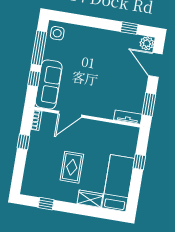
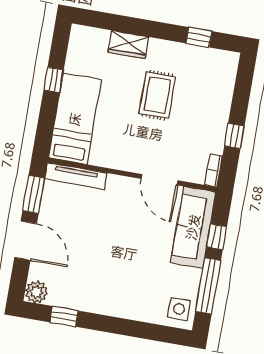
door: (155, 65) -> (26, 241), moved
door: (70, 114) -> (160, 180), swing flipped
tv unit: (128, 117) -> (76, 176), width x1.41
window: (139, 162) -> (54, 80), moved
bed: (118, 183) -> (75, 119), moved, turned 180

